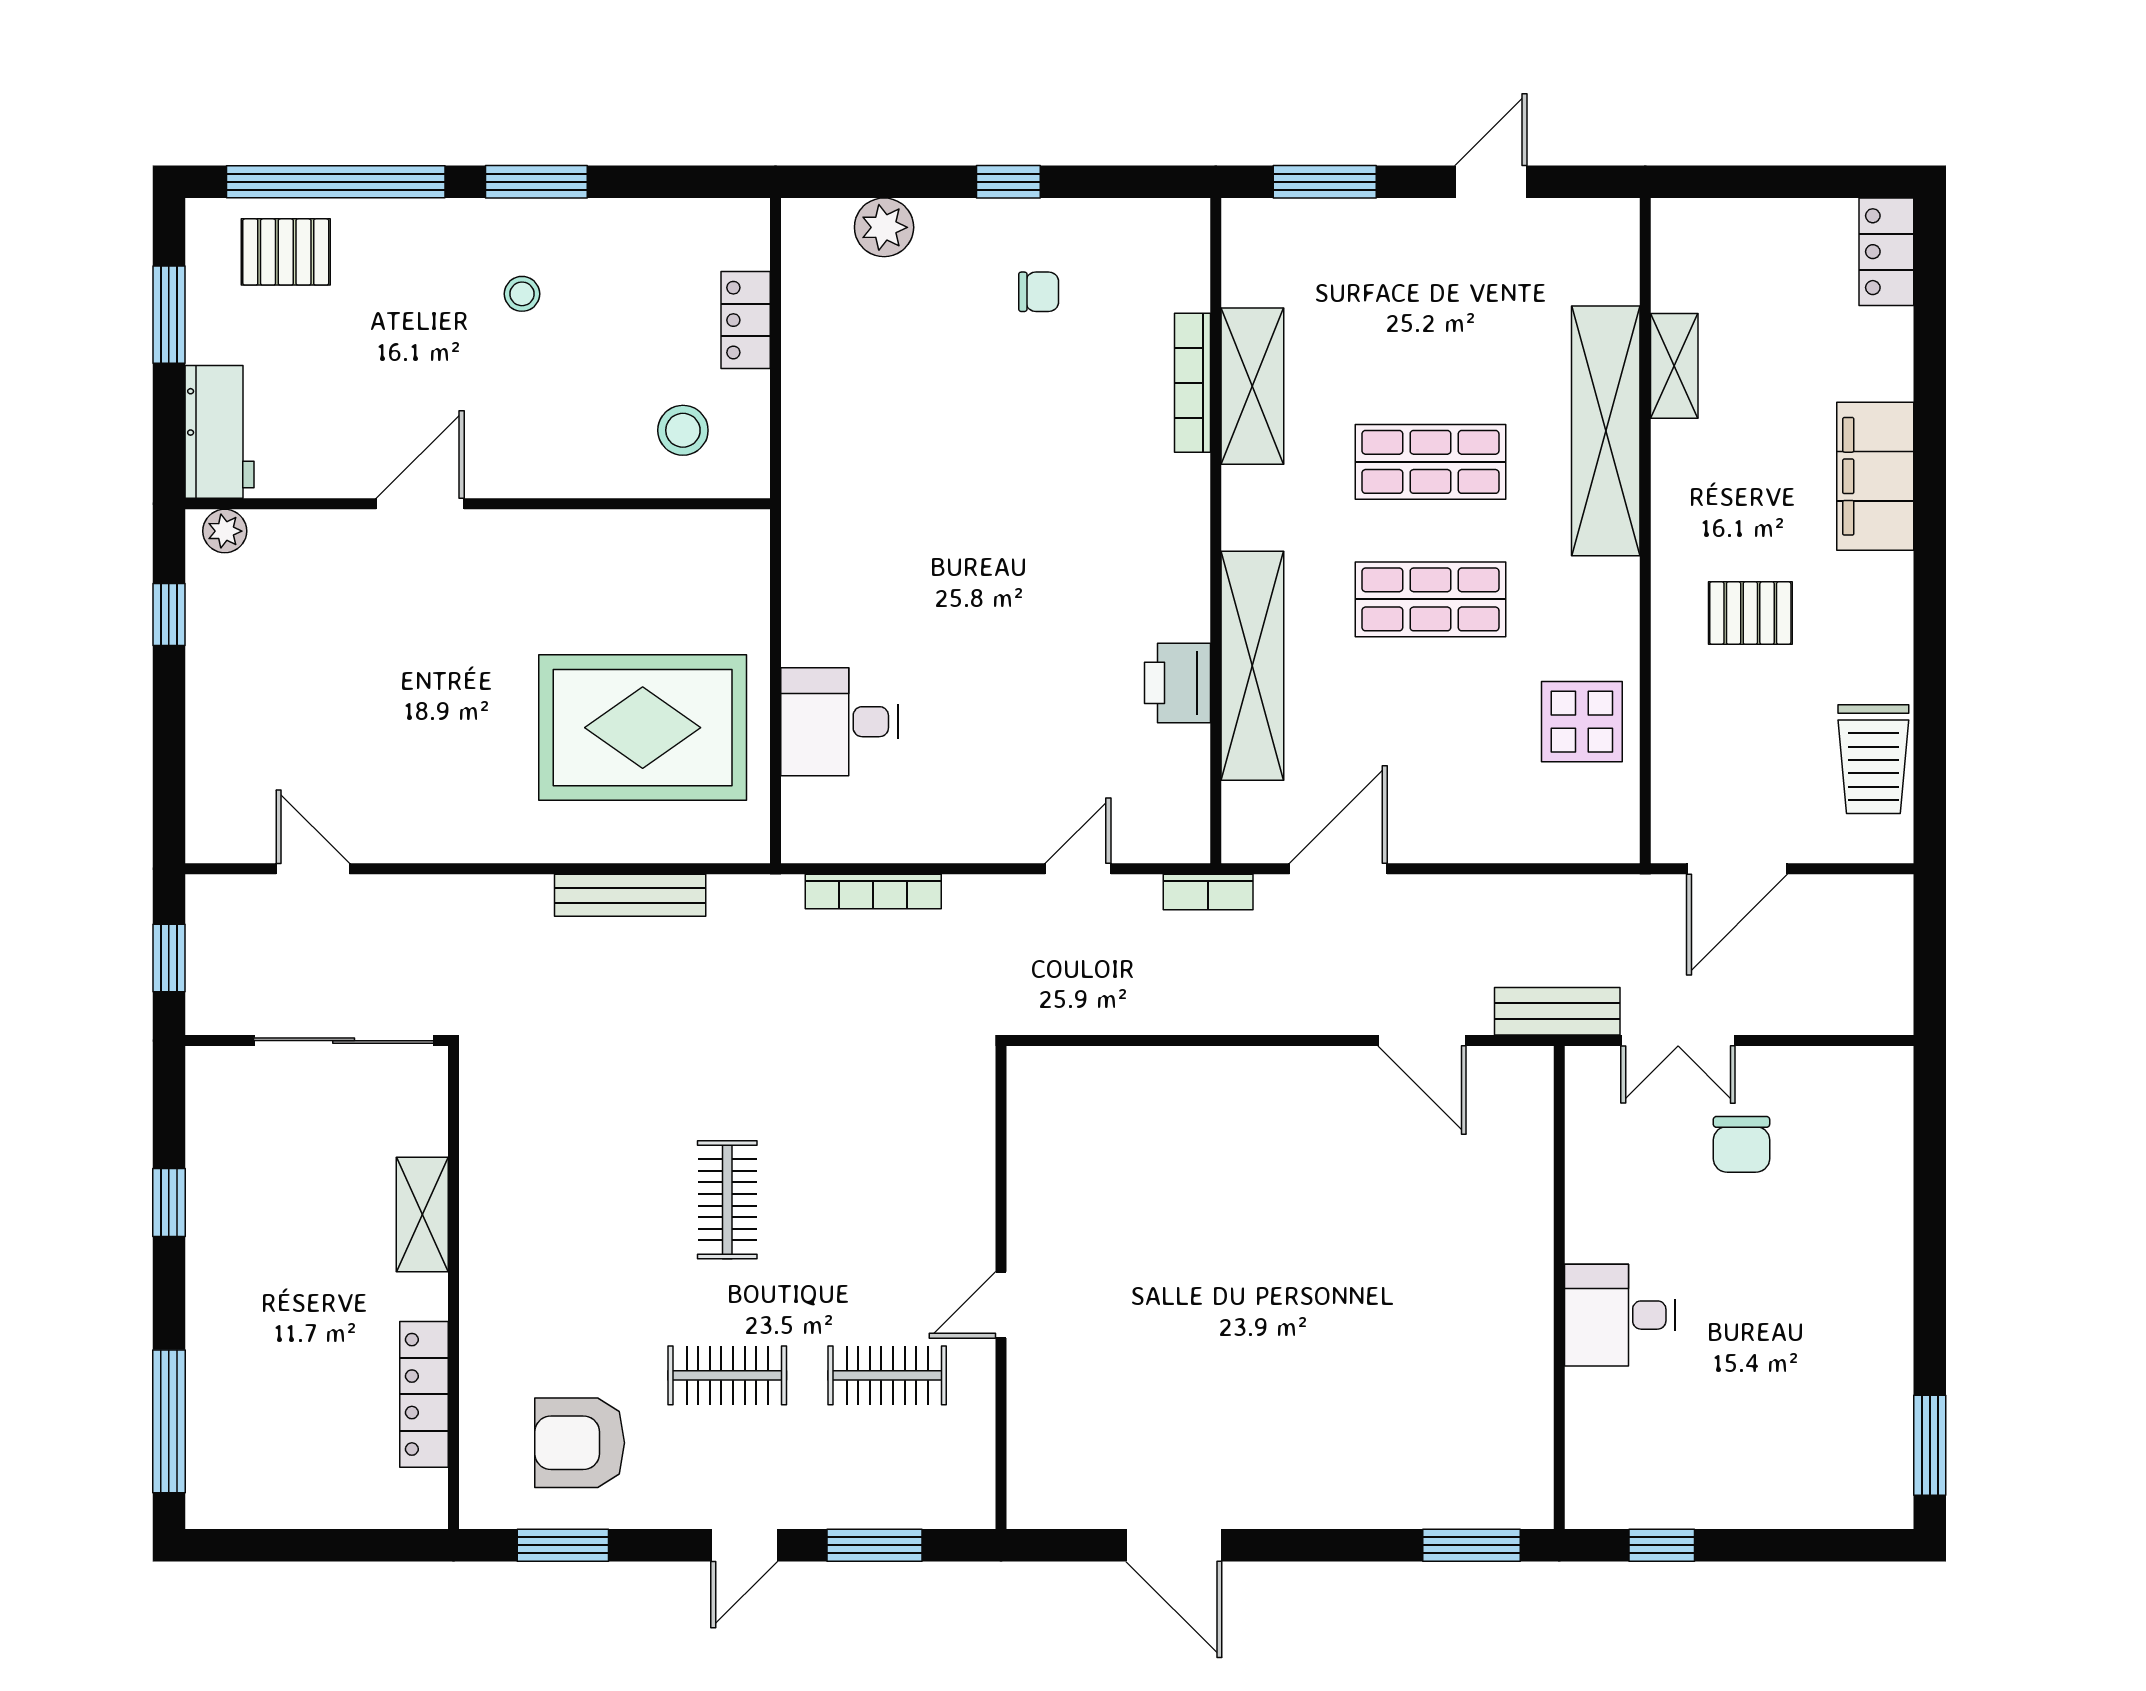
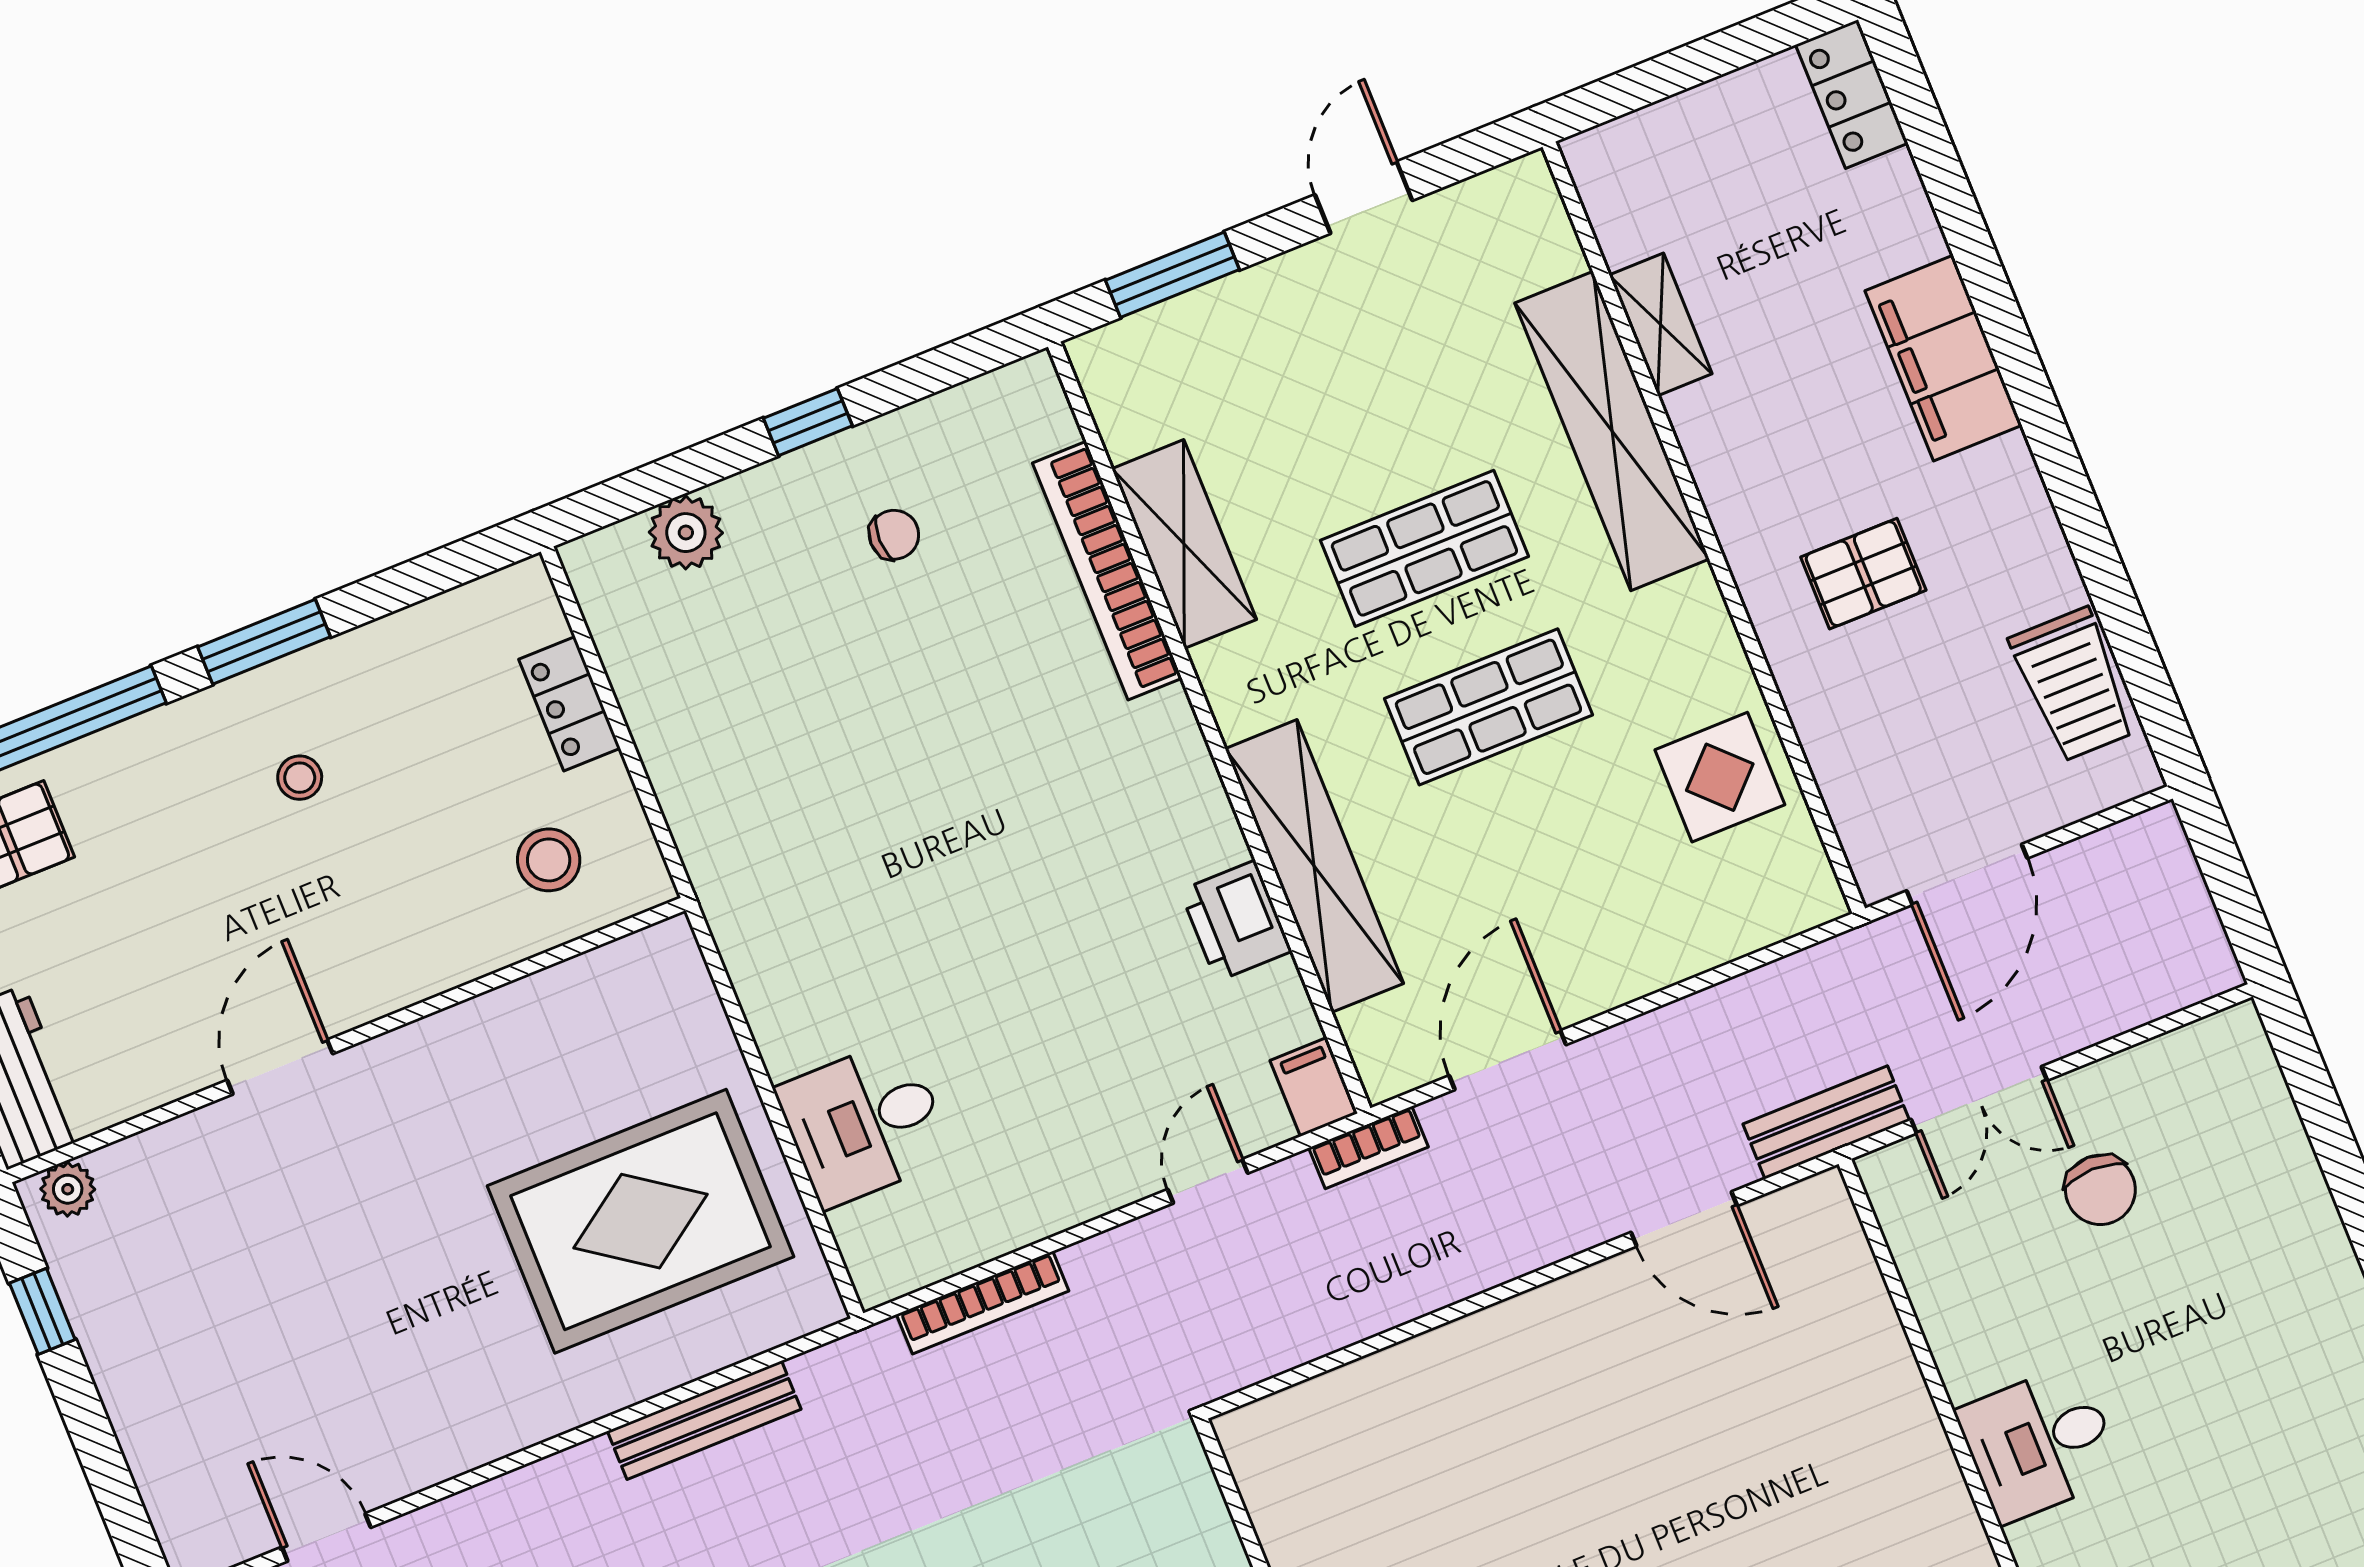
bookcase: (1193, 383) -> (1107, 571), width x1.48, depth x1.31
filing cabinet: (1186, 830) -> (1314, 1087), added

